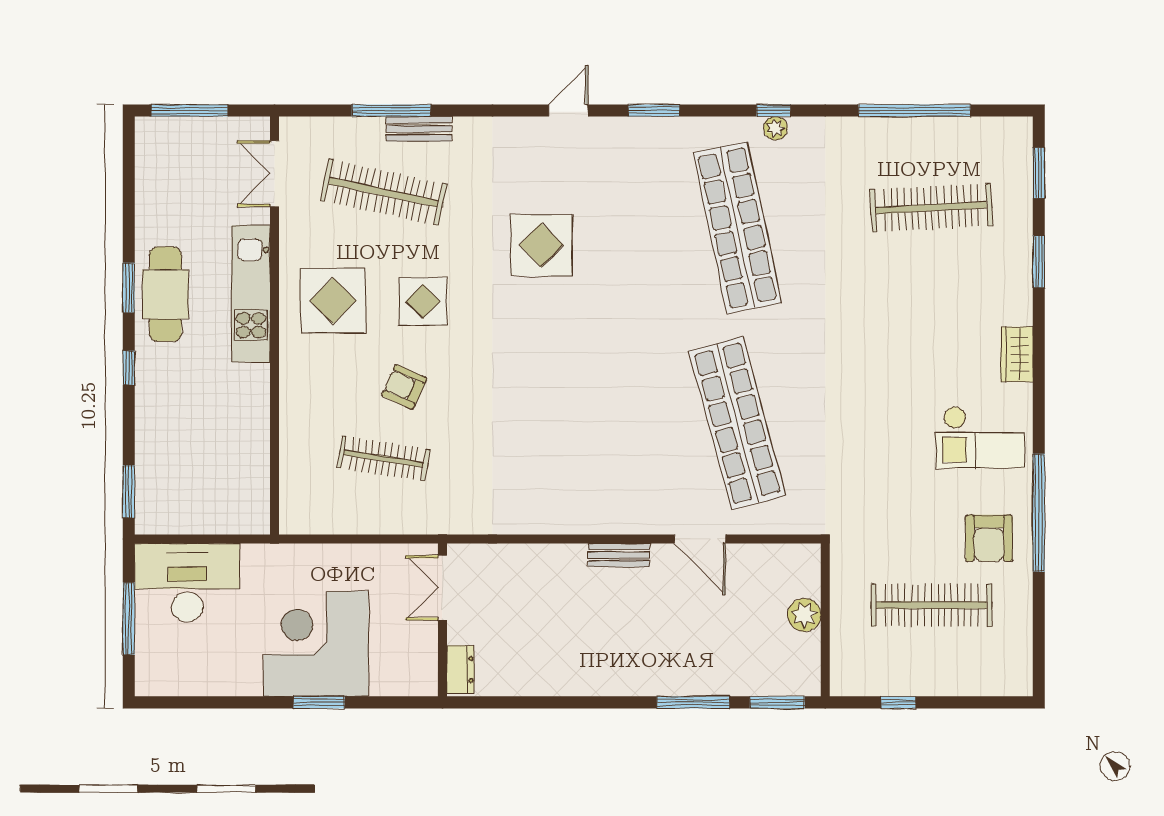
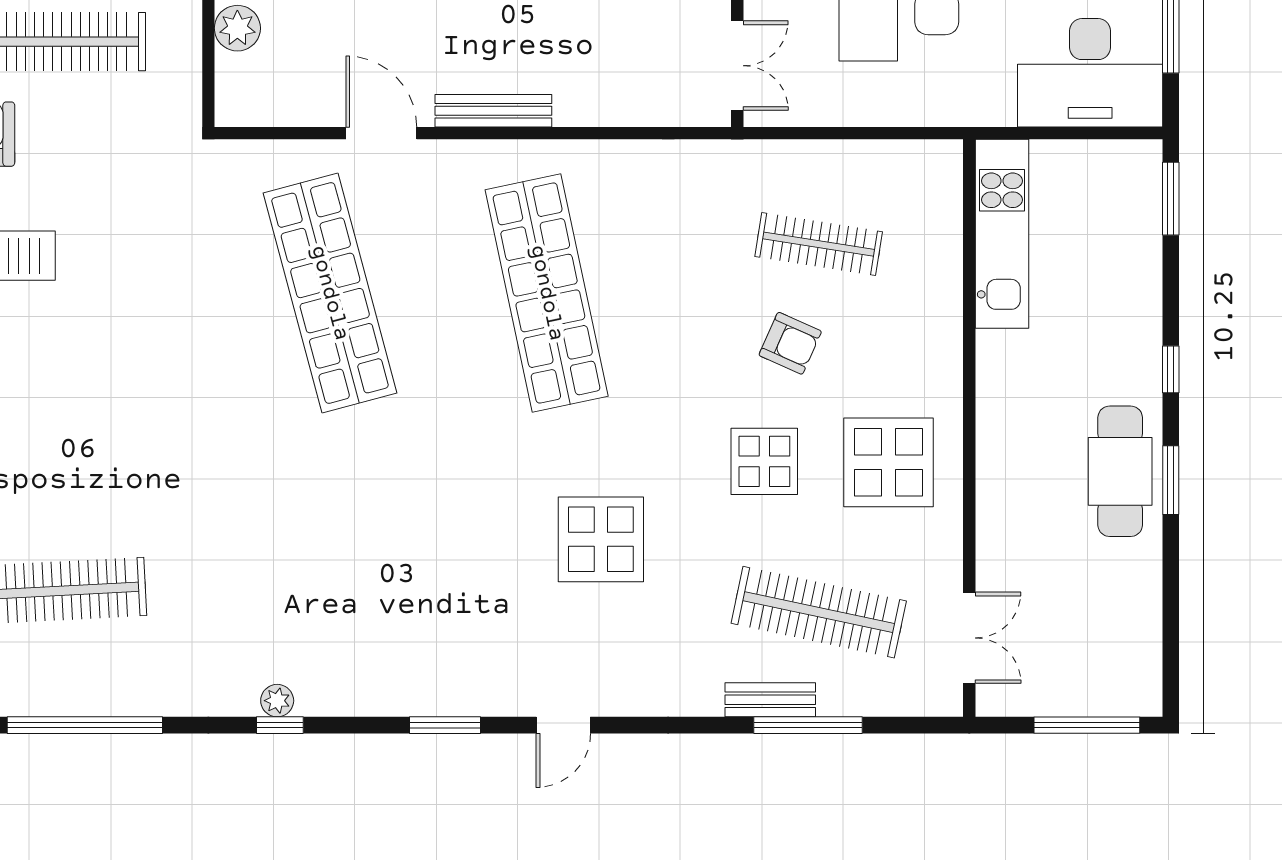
shop shelf: (737, 228) -> (547, 293), moved
kitchen unit: (251, 294) -> (1002, 234), moved
bench: (619, 555) -> (493, 111), width x1.36

